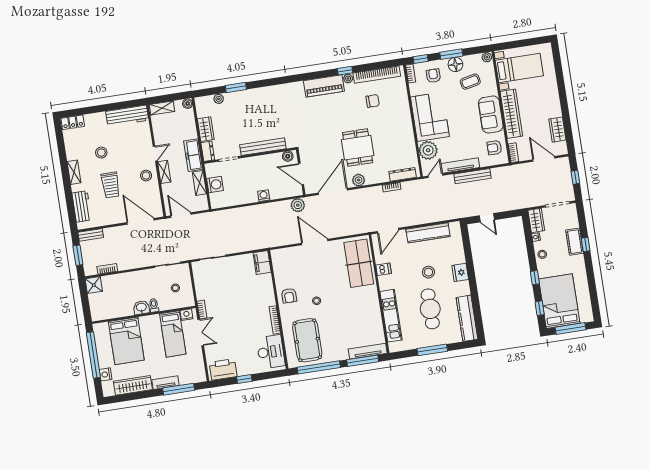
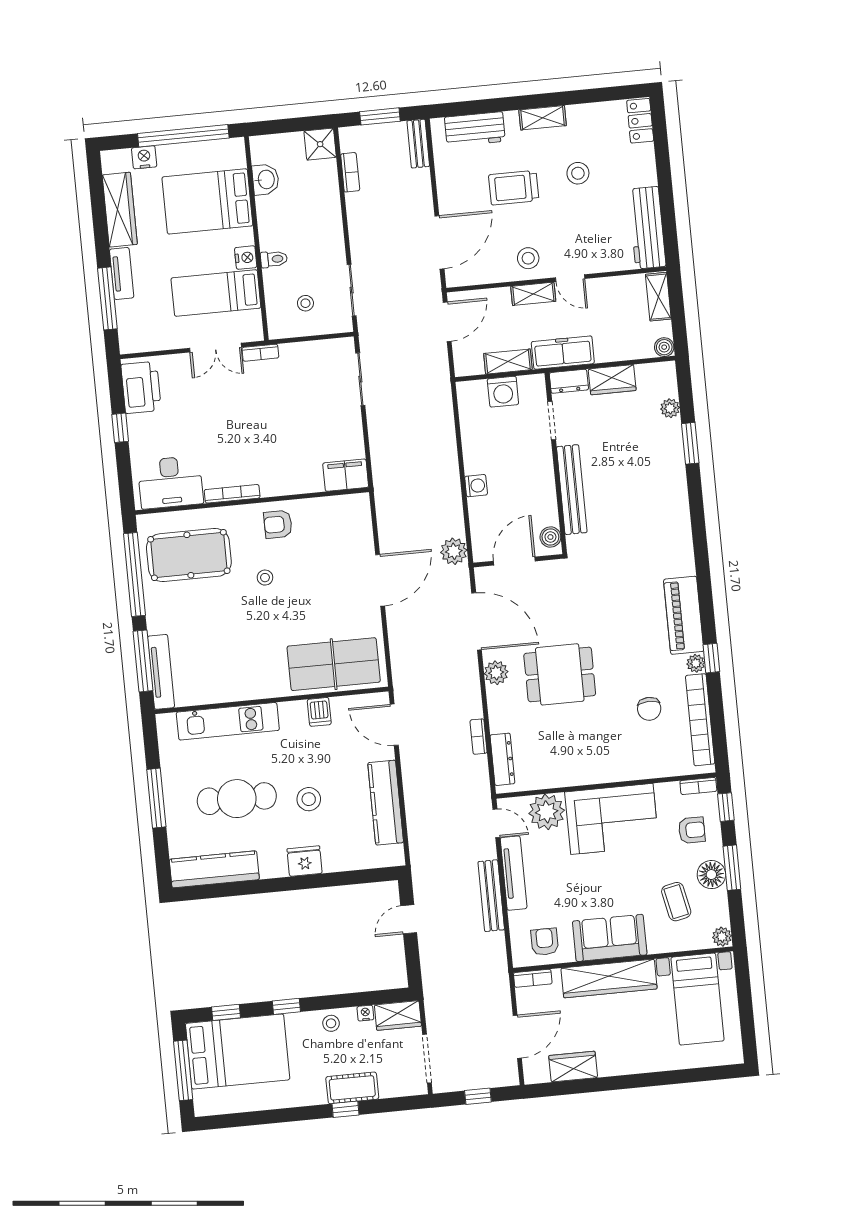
washbasin: (141, 308) -> (266, 180), moved
nightstand: (187, 315) -> (246, 258), moved

